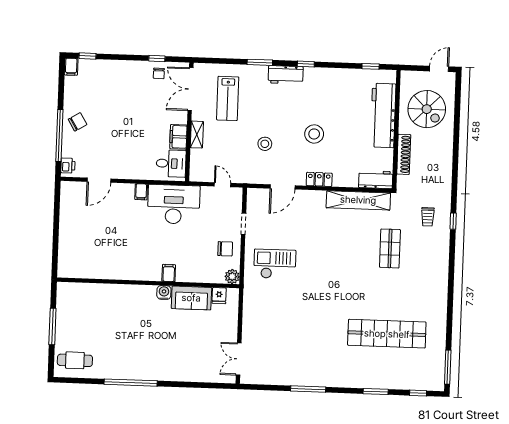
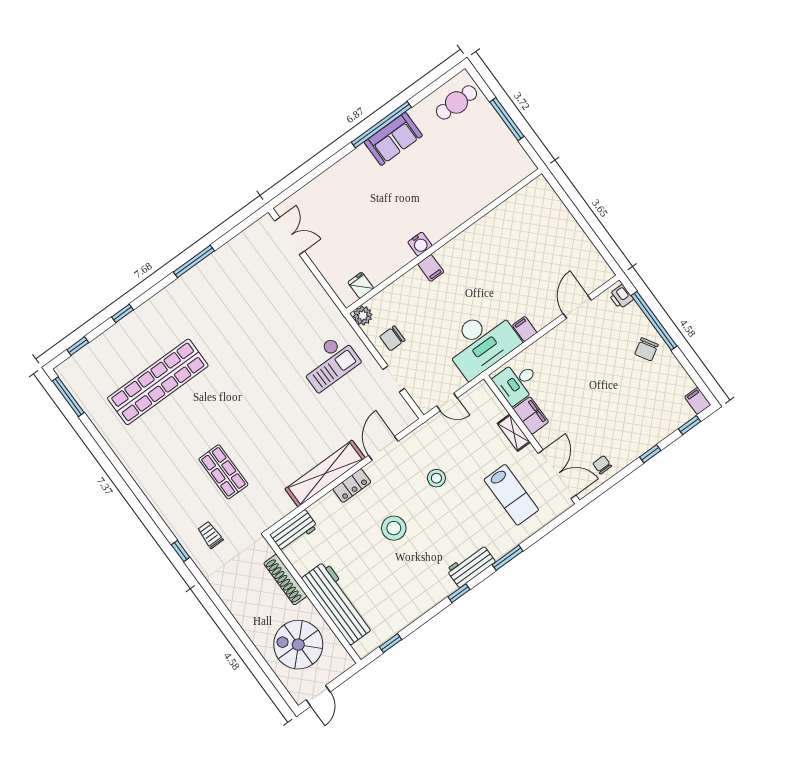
window: (157, 59) -> (650, 454), moved
lab bench: (228, 98) -> (511, 495), turned 180
shelving: (358, 200) -> (325, 473), moved
sofa: (191, 298) -> (393, 139), moved, turned 180
window: (376, 392) -> (123, 313), width x0.67

